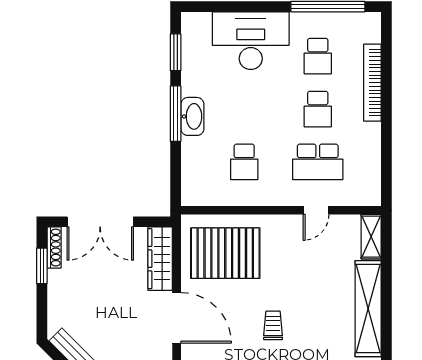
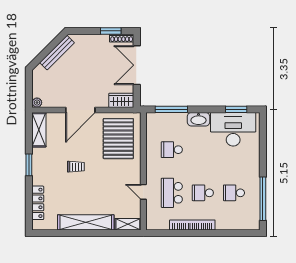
desk: (251, 41) -> (233, 129), moved, turned -90
bookcase: (372, 83) -> (192, 225), moved
window: (176, 114) -> (171, 109), moved
wardrobe: (160, 259) -> (121, 100), width x0.67

